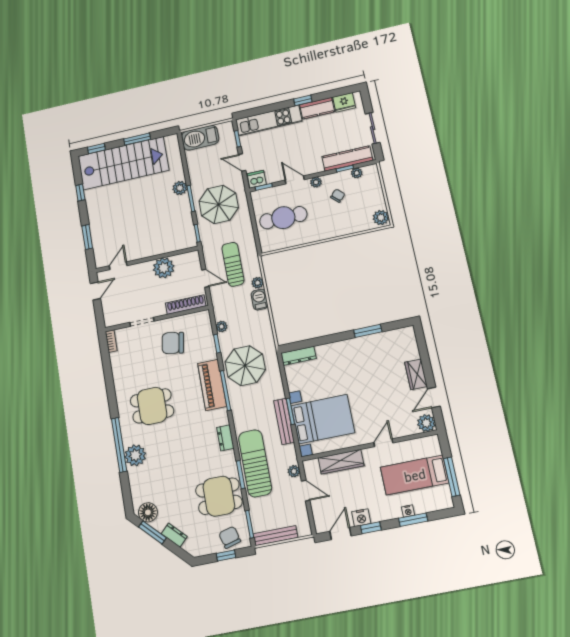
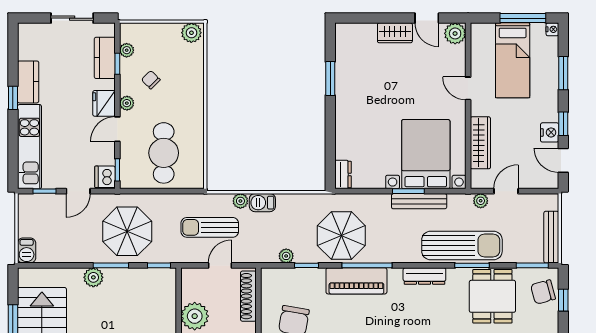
fridge: (344, 102) -> (104, 103), moved, turned 180
barbecue: (200, 138) -> (27, 251), width x0.53, depth x0.65
kitchen counter: (347, 158) -> (105, 58), width x0.67
dresser: (299, 356) -> (343, 175), width x0.70
dresser: (225, 438) -> (424, 276), width x1.44
sun lounger: (255, 463) -> (462, 245), turned 180
nightstand: (408, 511) -> (552, 29), moved

